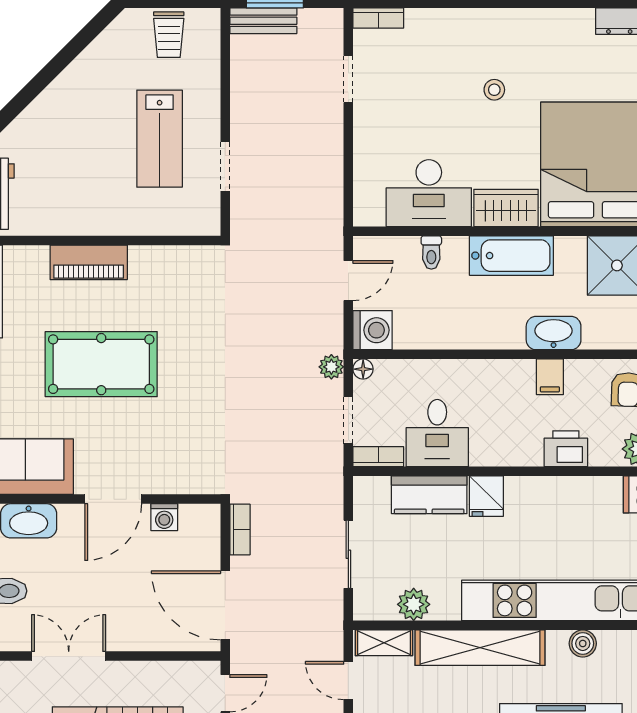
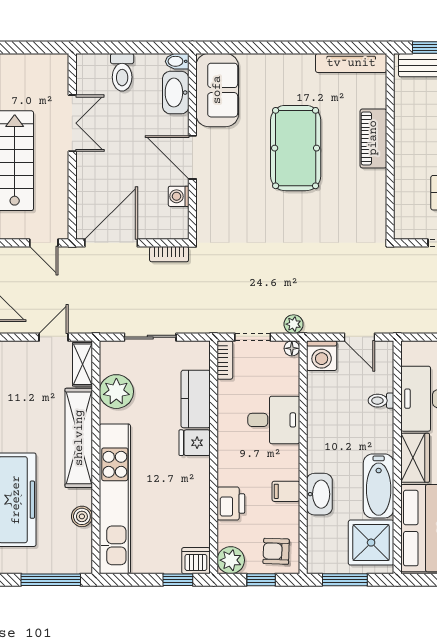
bathtub: (511, 256) -> (379, 486), moved
desk: (437, 433) -> (274, 420), moved, turned 180
plant: (414, 604) -> (116, 392), width x1.36, depth x1.36

